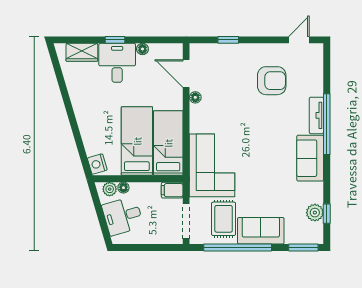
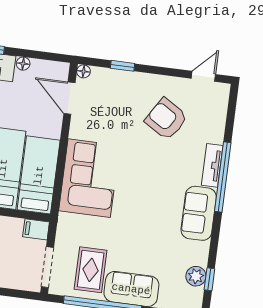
armchair: (272, 81) -> (166, 119), turned -148
floor lamp: (195, 97) -> (83, 71), moved
corner sofa: (212, 165) -> (89, 178), moved

